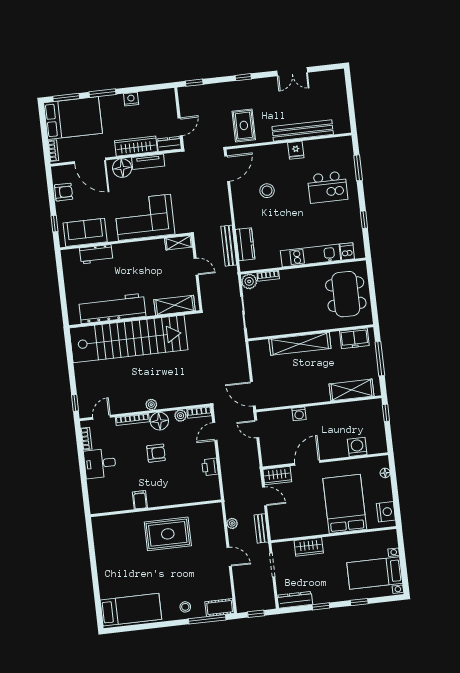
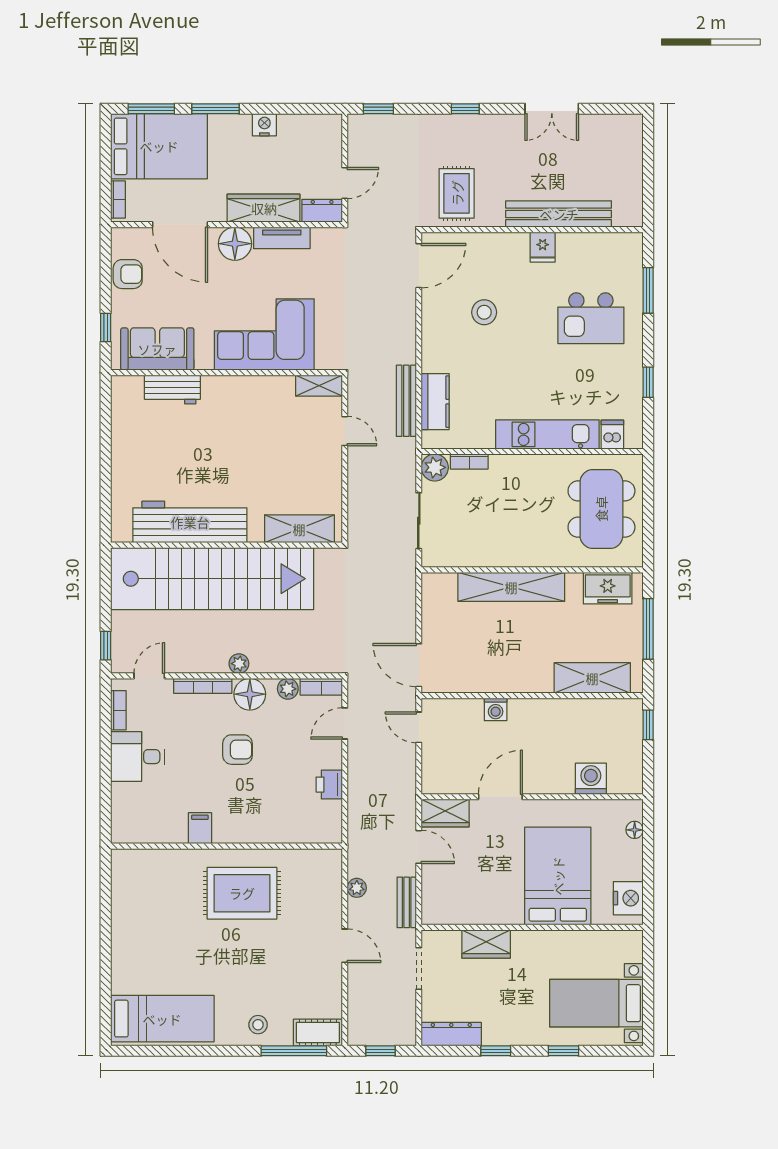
shelving: (175, 305) -> (299, 529), moved
workbench: (112, 308) -> (190, 522), moved
wall: (134, 319) -> (226, 545), moved
stairs: (128, 339) -> (212, 579), moved

